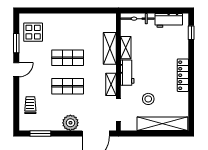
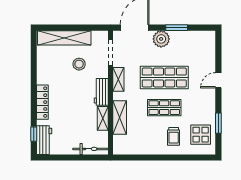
workbench: (169, 20) -> (44, 140), moved, turned 90
door: (16, 70) -> (218, 80), moved
locker: (183, 75) -> (42, 102), moved
shop shelf: (68, 86) -> (164, 78), width x1.43, depth x1.36
trolley: (30, 105) -> (174, 136), moved
window: (40, 133) -> (177, 28), moved

